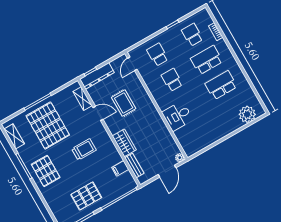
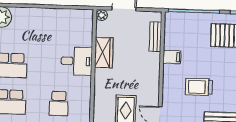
wardrobe: (124, 143) -> (104, 53), moved, turned 180
filing cabinet: (120, 168) -> (172, 57), moved

